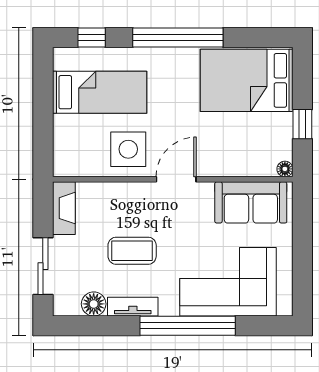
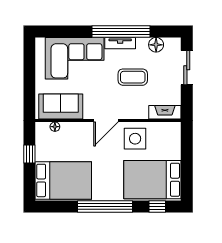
bed: (100, 92) -> (152, 180), width x1.50
floor lamp: (285, 169) -> (55, 127), moved
fireplace: (64, 208) -> (165, 112), moved, turned 90
tv unit: (133, 307) -> (120, 43), moved
window: (188, 326) -> (121, 32), moved

